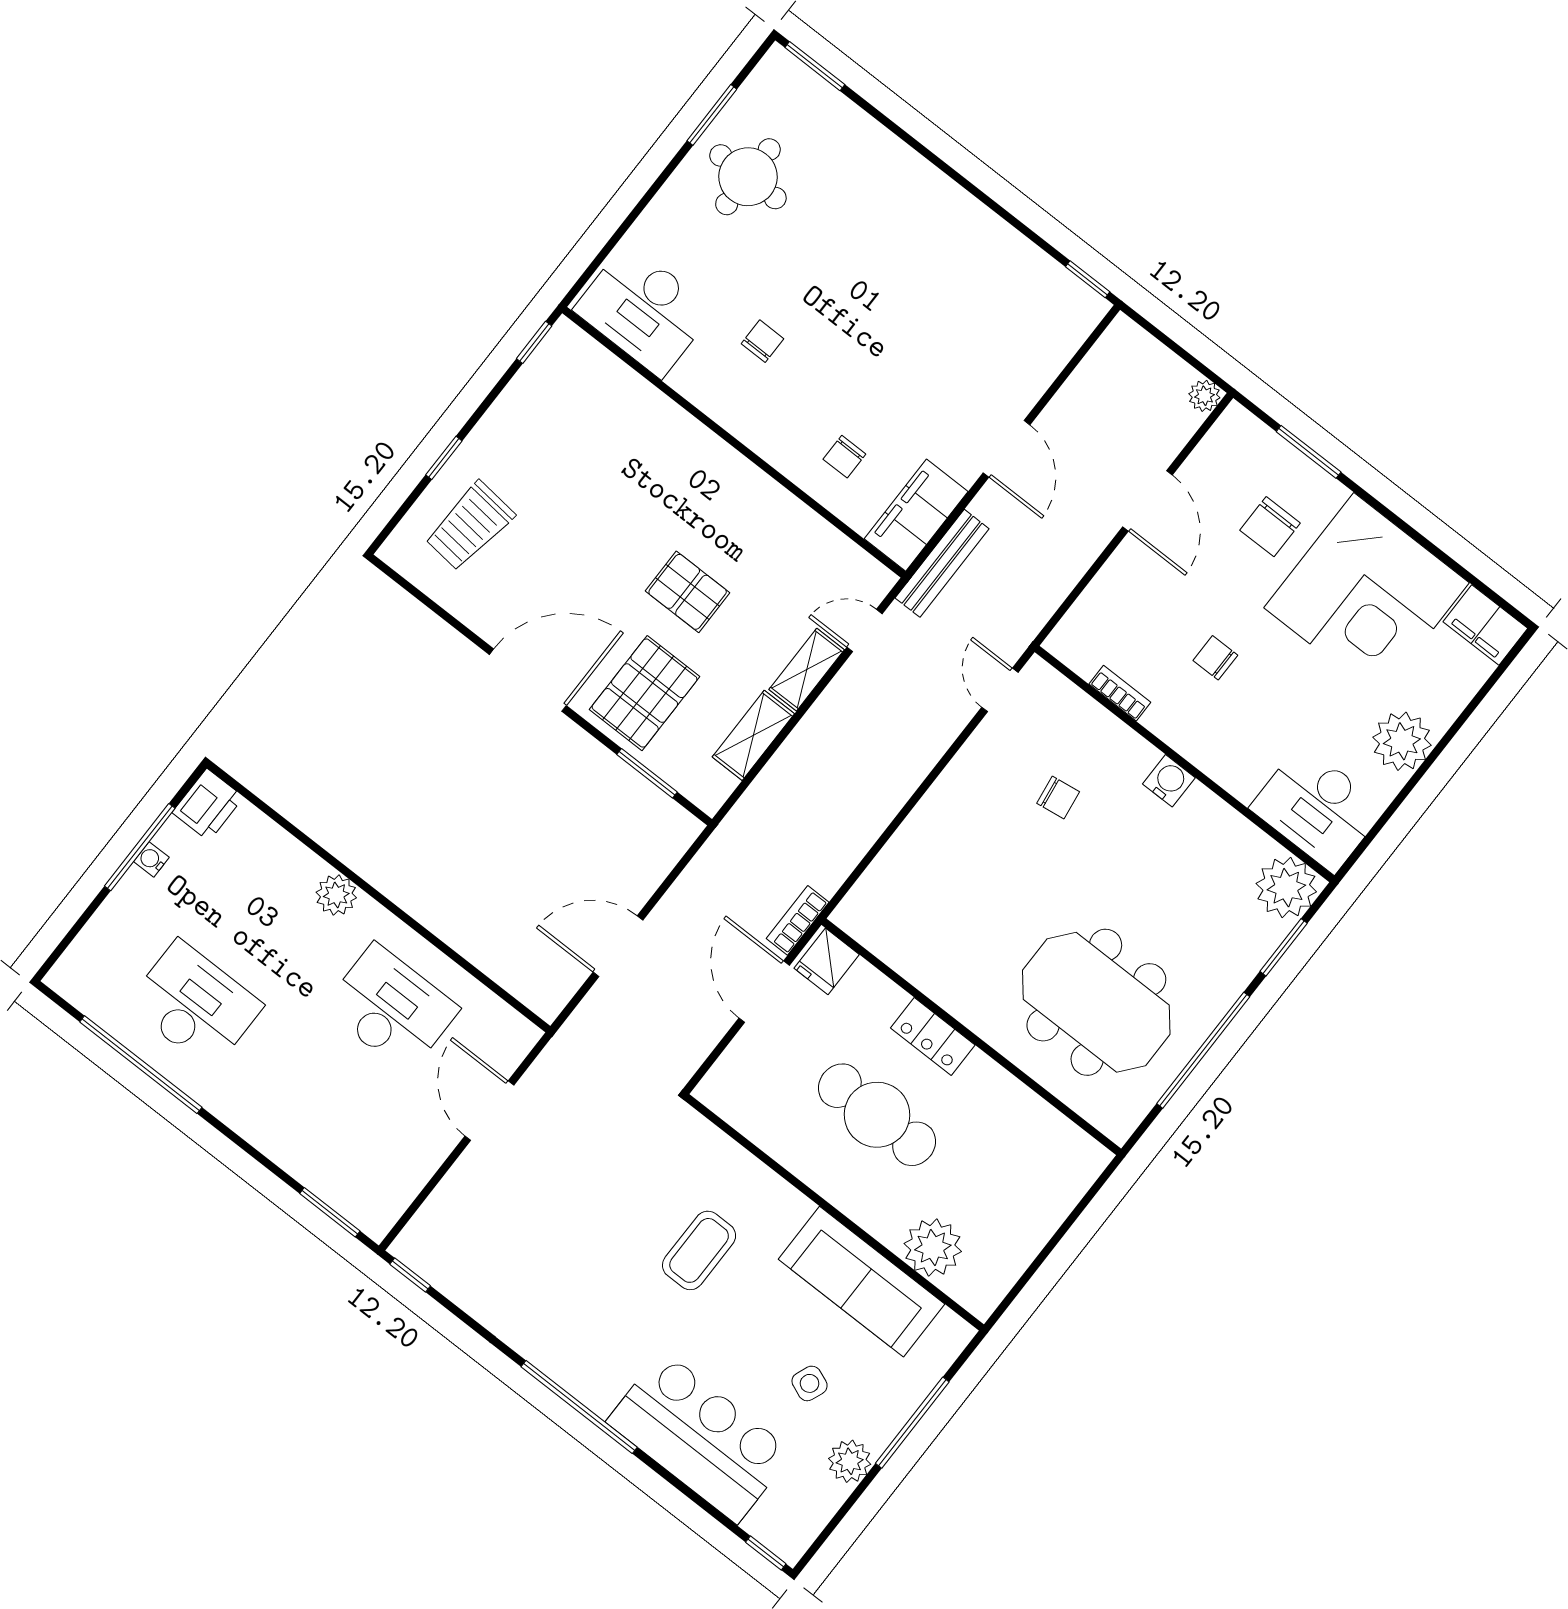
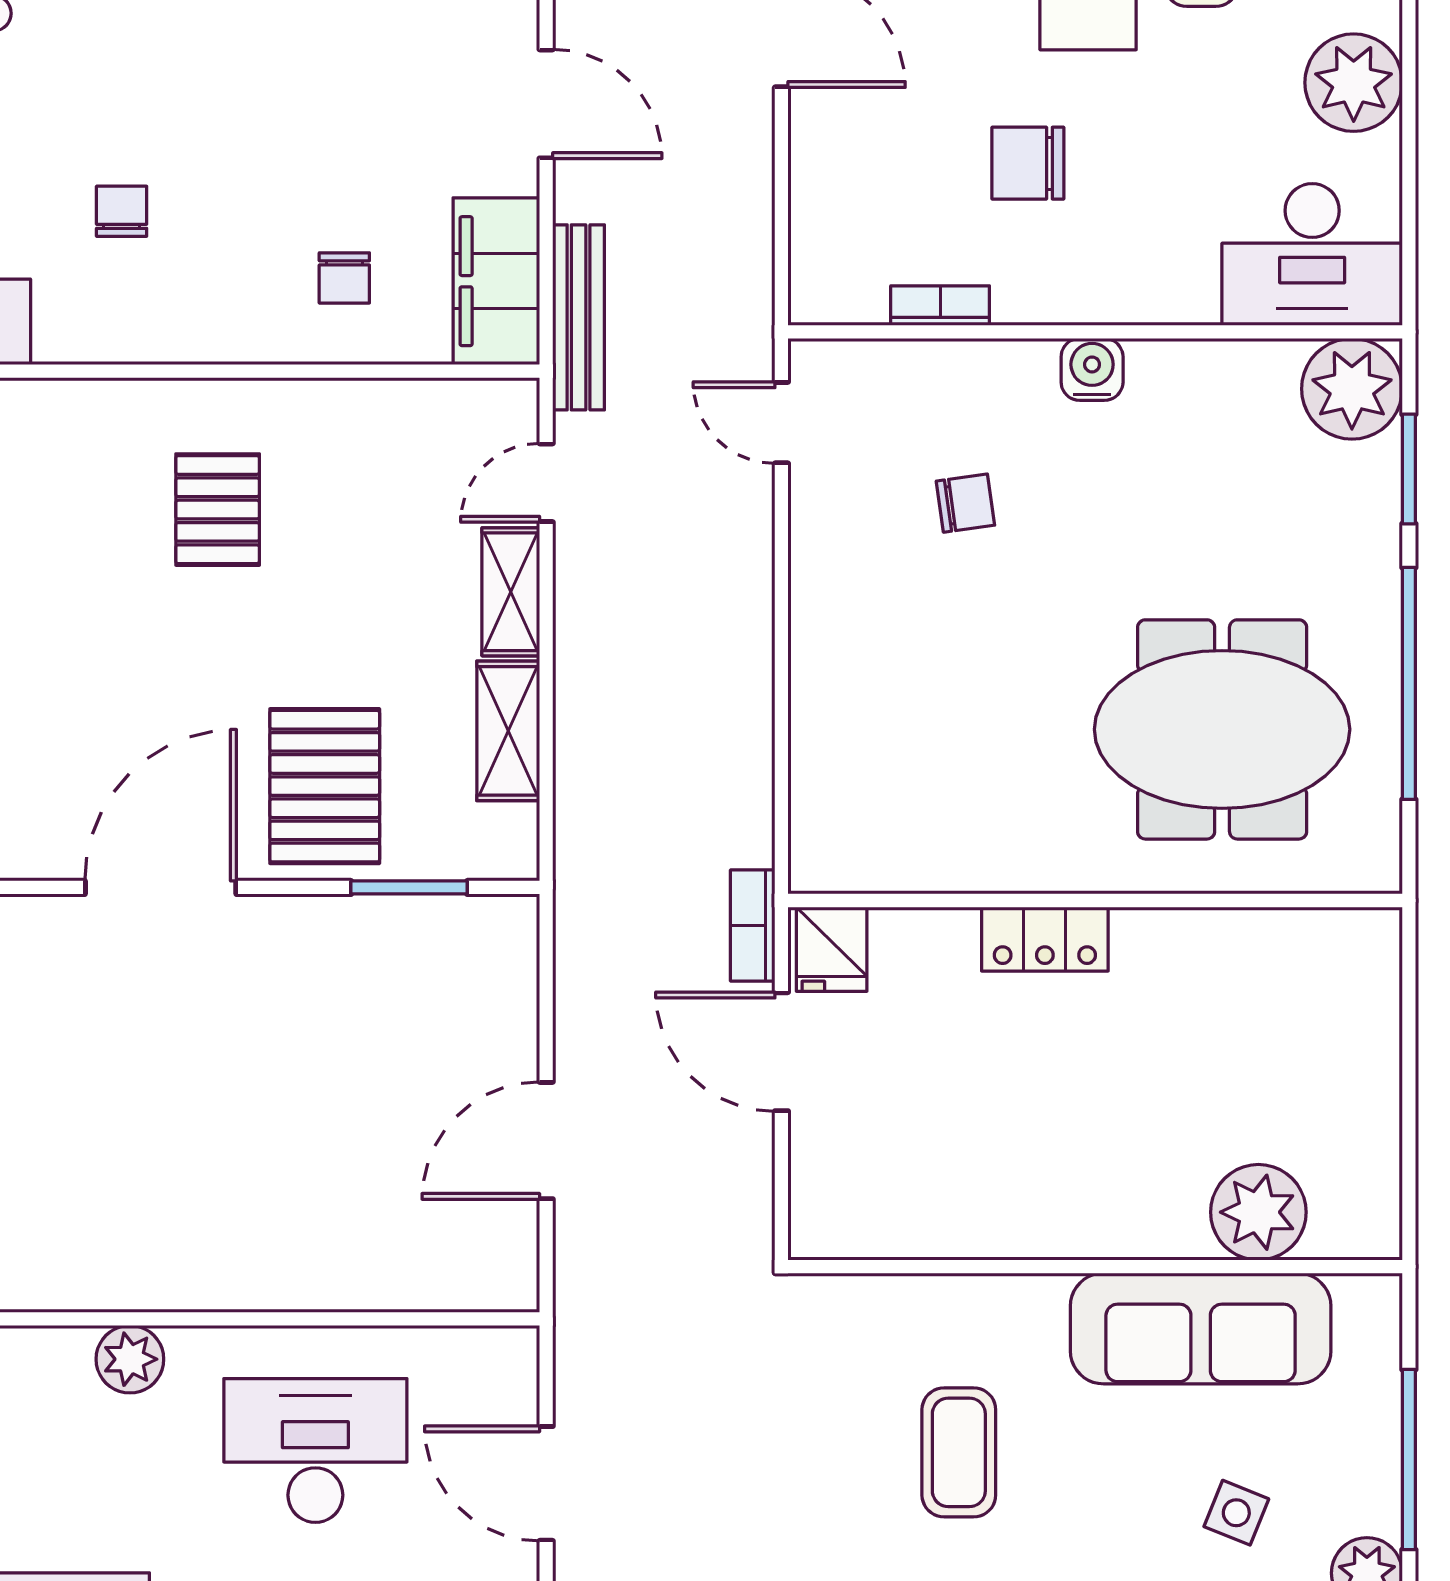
pallet: (688, 592) -> (218, 510), moved, turned 90
chair: (1215, 658) -> (1028, 163), width x1.37, depth x1.37
cafe table: (877, 1115) -> (1052, 1097), removed

